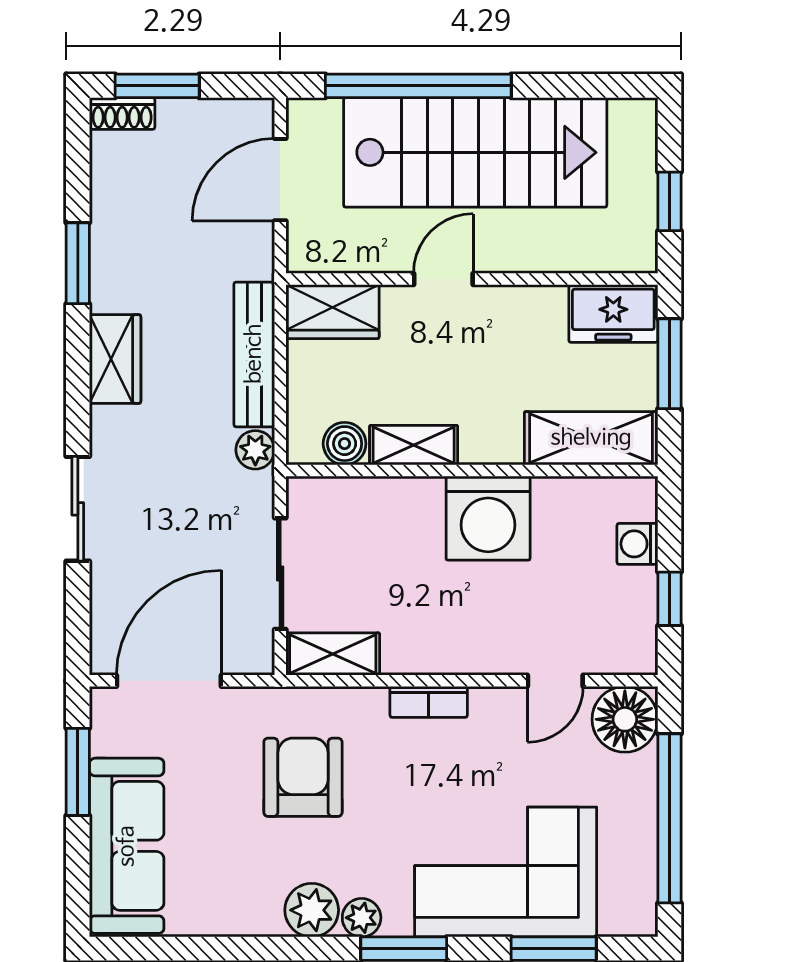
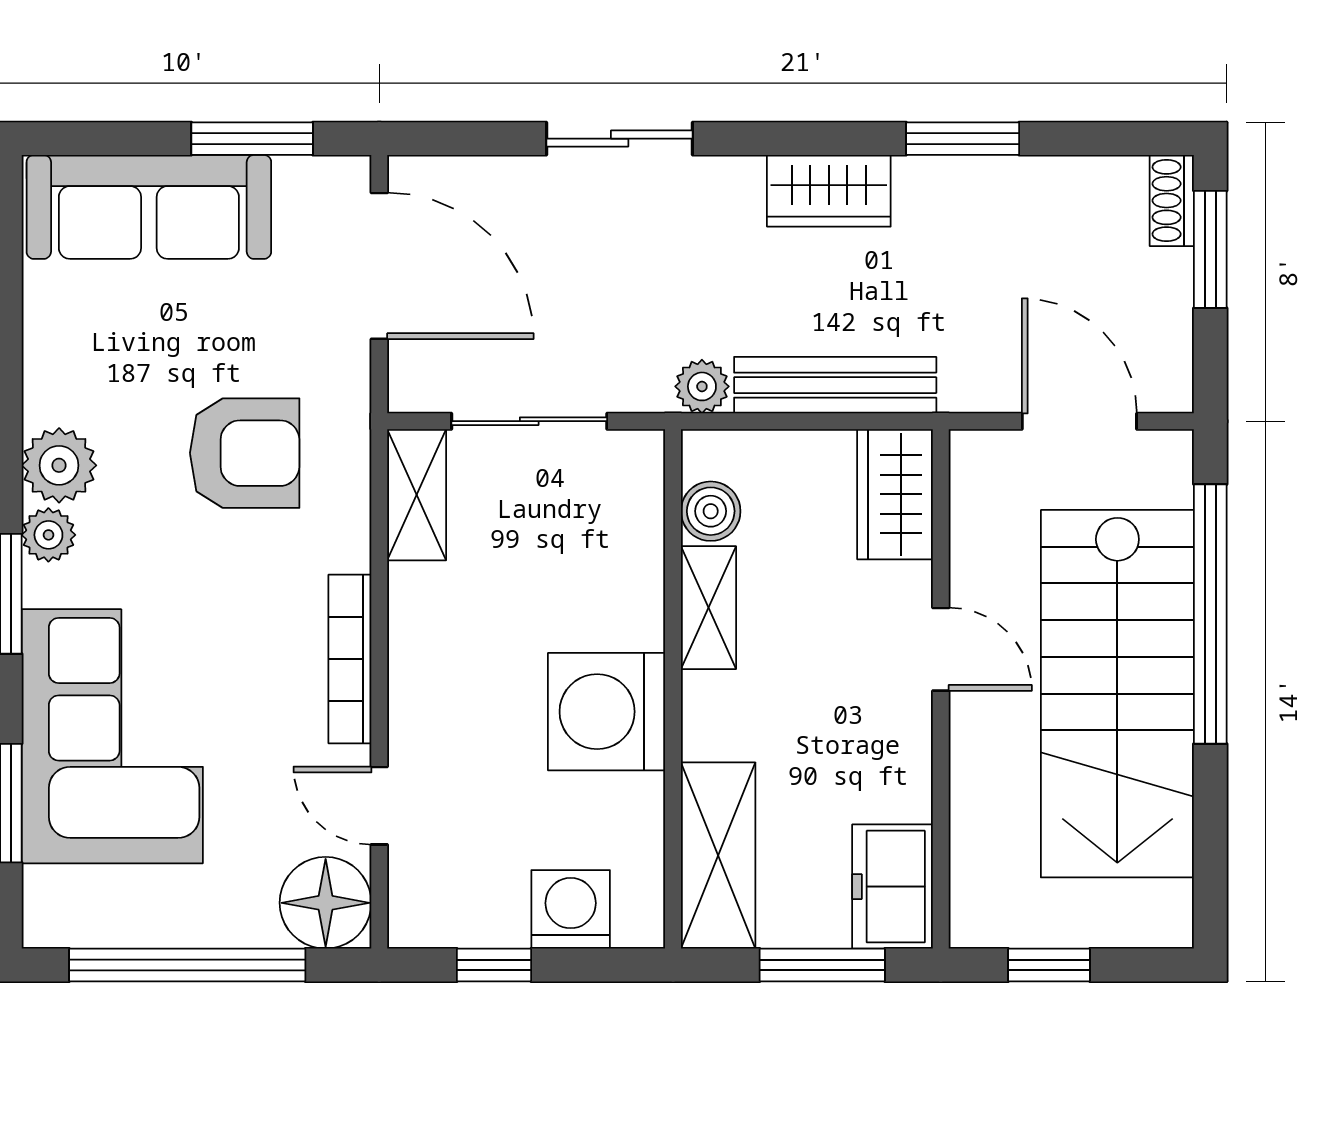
washing machine: (637, 544) -> (571, 909), width x1.38, depth x1.38
bookcase: (429, 702) -> (350, 659), width x1.56

